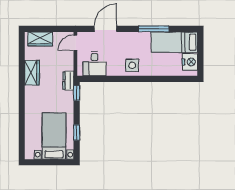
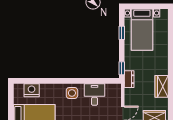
nightstand: (190, 62) -> (32, 90), moved, turned 90
desk: (94, 64) -> (95, 94), moved

